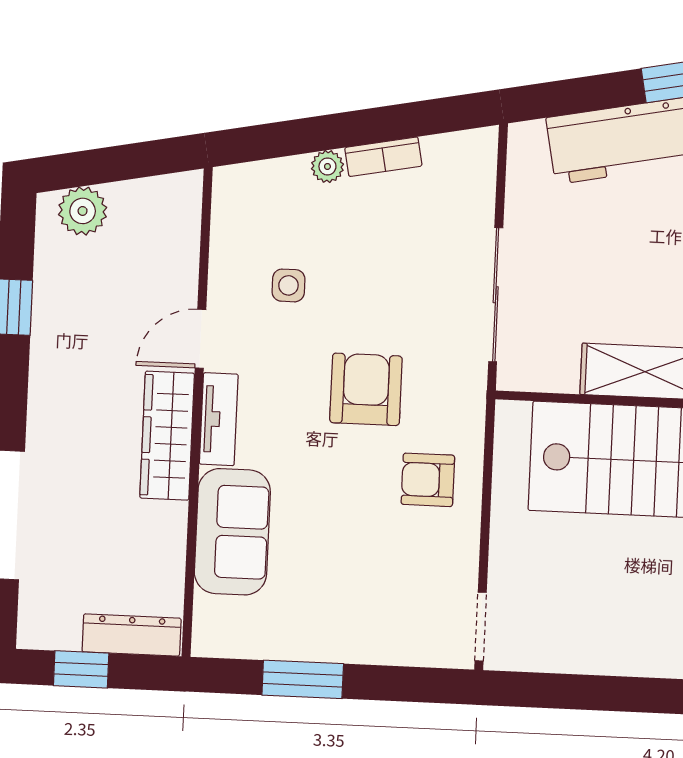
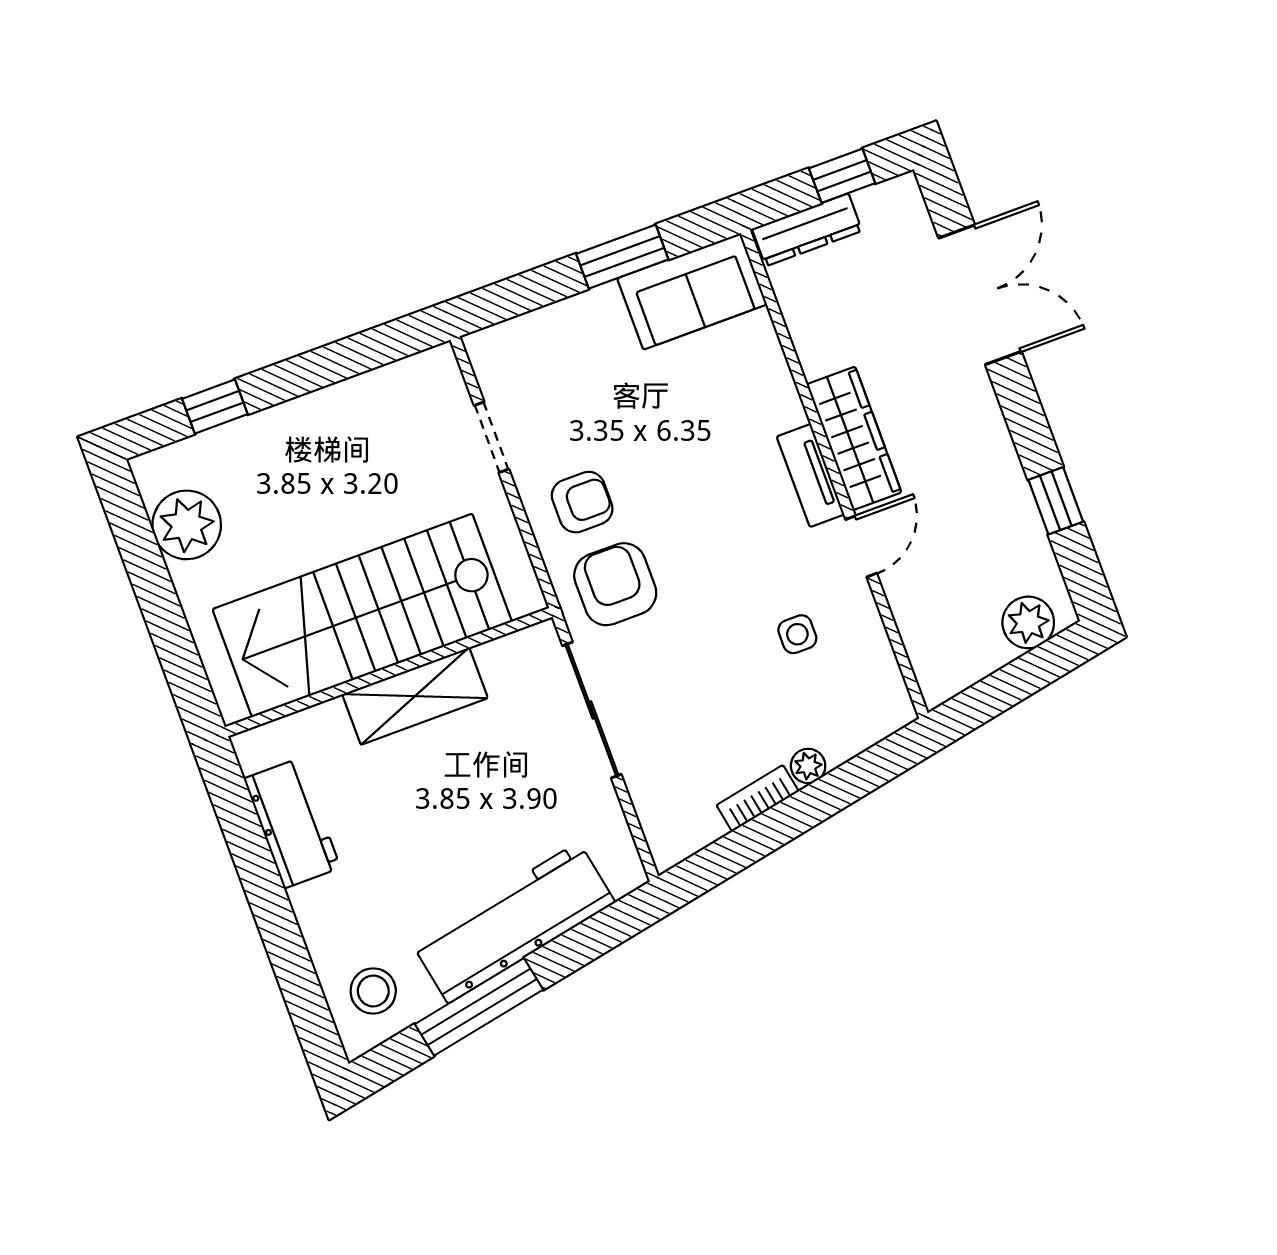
armchair: (366, 389) -> (615, 584), moved, turned 180
sofa: (232, 532) -> (692, 291), moved, turned -90
doorway: (481, 627) -> (492, 437), moved

